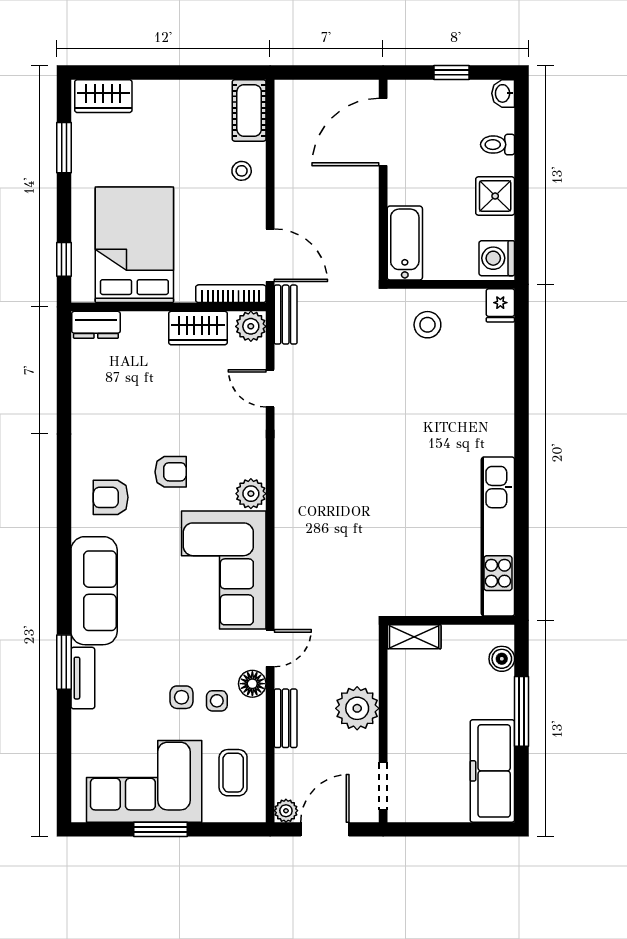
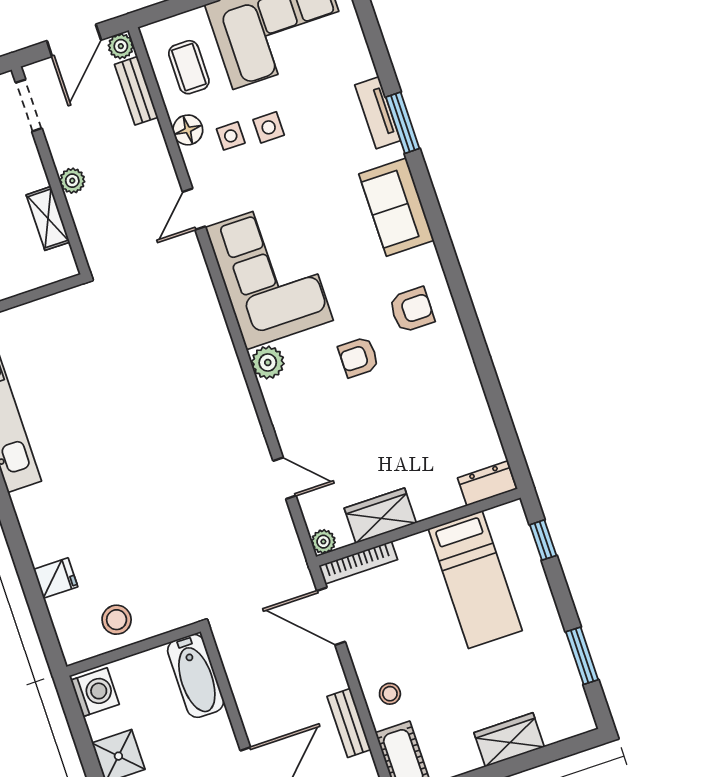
wardrobe: (103, 96) -> (509, 740), moved
bed: (134, 245) -> (475, 580), width x0.67
fridge: (500, 305) -> (56, 578), moved, turned 90
bench: (286, 315) -> (349, 723), moved
stool: (427, 325) -> (117, 620), moved
plant: (251, 326) -> (323, 542), width x0.73, depth x0.73
sofa: (94, 591) -> (396, 207), width x0.73
shelving: (414, 637) -> (48, 218), moved, turned 90
floor lamp: (252, 684) -> (188, 130), moved
plant: (357, 708) -> (72, 181), width x0.53, depth x0.53
bench: (286, 718) -> (136, 91), moved

